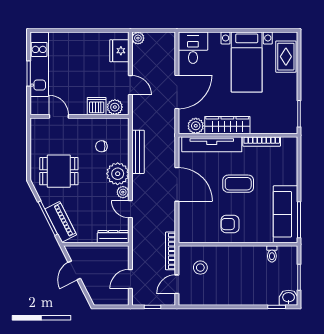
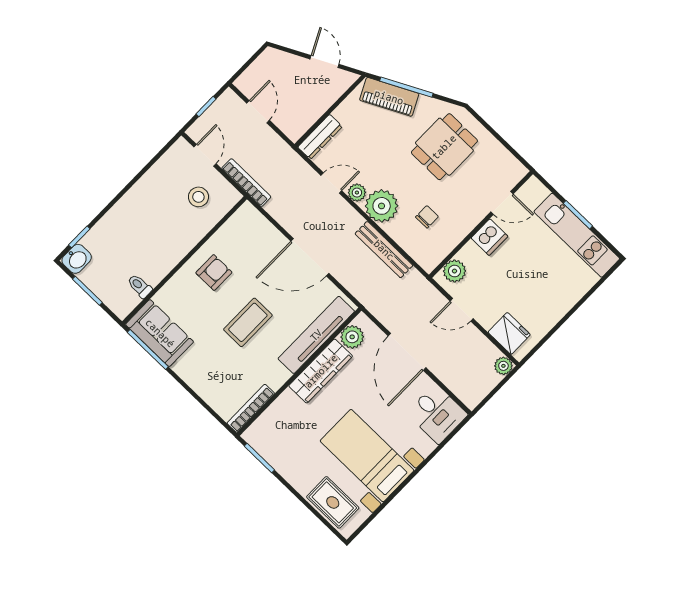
dishwasher: (97, 106) -> (489, 237), moved
bookcase: (262, 141) -> (251, 408), moved
sofa: (285, 214) -> (160, 333), width x0.73

